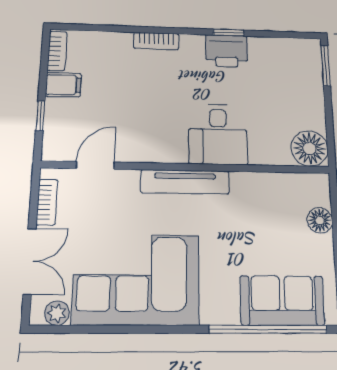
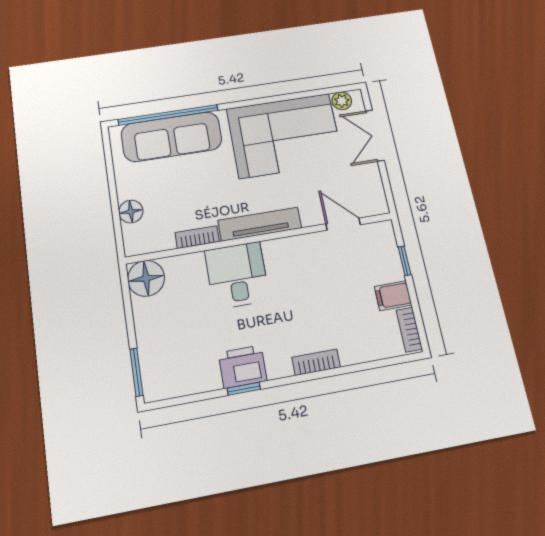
door: (95, 165) -> (343, 224), swing flipped
bookcase: (47, 202) -> (197, 237), moved, turned 90
sofa: (282, 300) -> (172, 137), width x1.36

